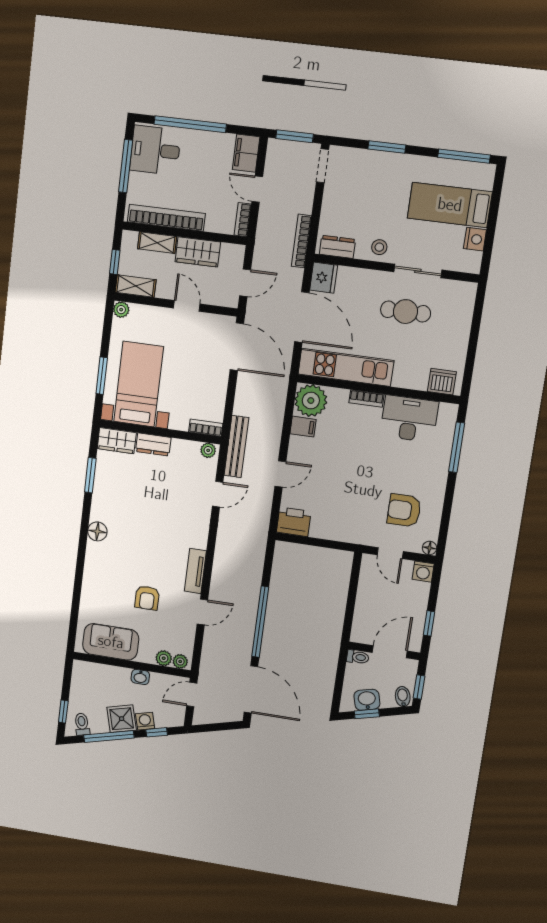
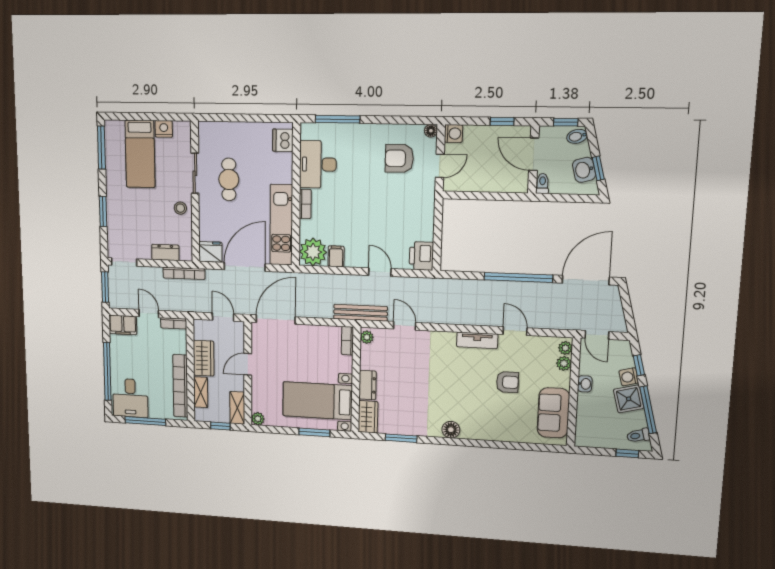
door: (257, 189) -> (149, 313), swing flipped
dresser: (337, 247) -> (165, 252), moved, turned 90
armchair: (404, 510) -> (399, 158), turned 90

